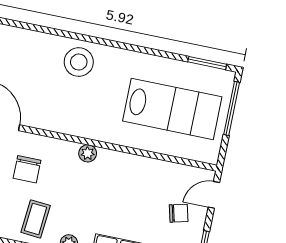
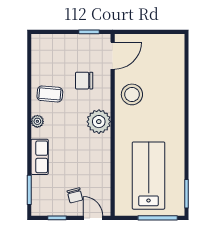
stool: (79, 62) -> (132, 94), moved
lab bench: (172, 109) -> (149, 176), turned 180
plant: (88, 153) -> (99, 122), width x1.88, depth x1.88

